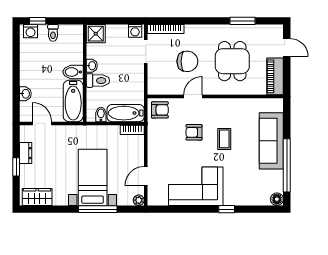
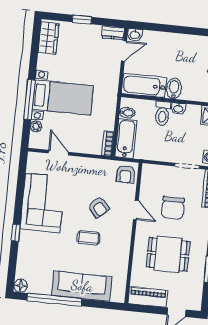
washbasin: (25, 94) -> (135, 35), moved
armchair: (194, 132) -> (99, 207), turned 139
dresser: (26, 153) -> (113, 33), moved
plant: (139, 200) -> (36, 126), moved

